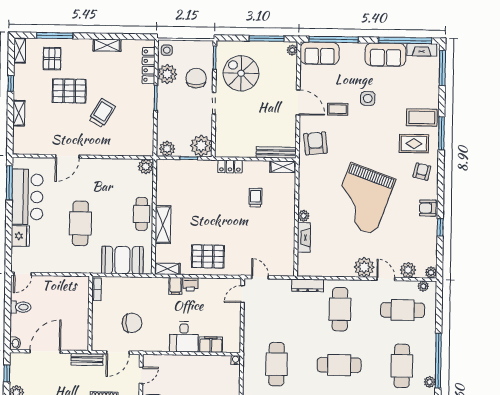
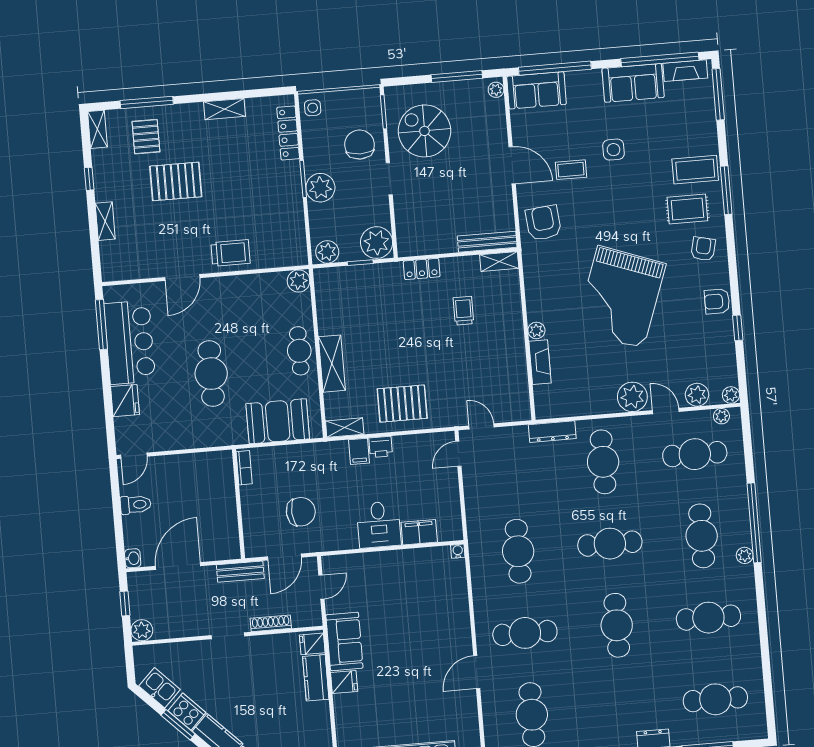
plant: (167, 74) -> (320, 188), moved
trolley: (102, 113) -> (231, 253), moved, turned 59

